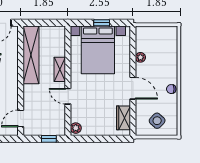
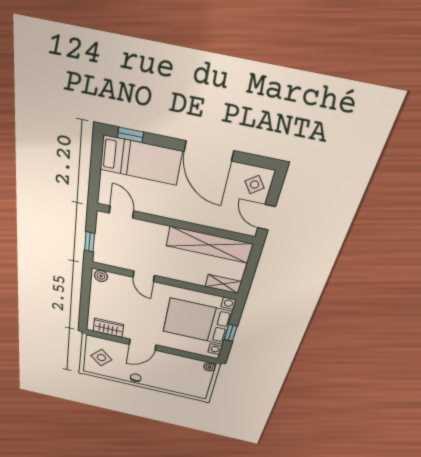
plant: (140, 57) -> (210, 367), moved
shelving: (60, 69) -> (223, 284), moved
door: (68, 96) -> (144, 276), swing flipped

